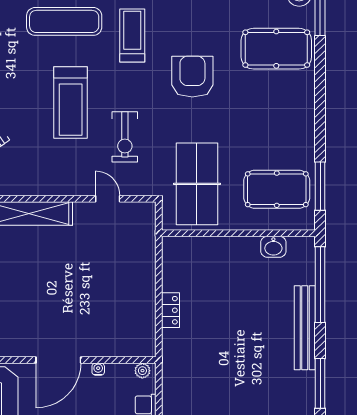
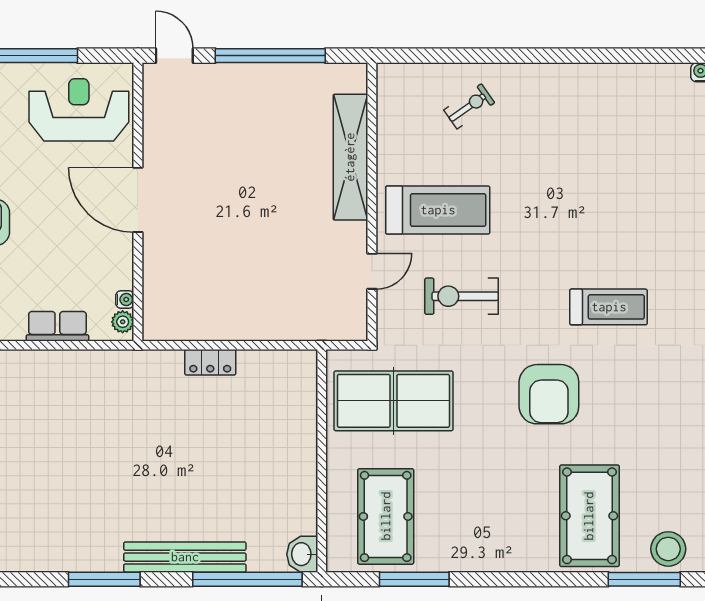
exercise mat: (64, 21) -> (629, 208), removed
armchair: (192, 77) -> (549, 394), turned 90
treadmill: (71, 102) -> (438, 210), moved, turned 180
window: (320, 186) -> (414, 579), moved
washbasin: (273, 247) -> (302, 554), moved
water cooler: (98, 369) -> (125, 300), moved

